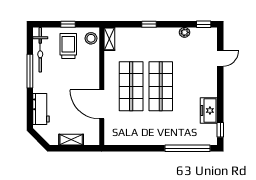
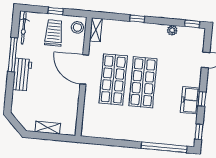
bicycle: (40, 50) -> (24, 28), width x0.73, depth x0.71
window: (220, 97) -> (202, 99), added
door: (102, 104) -> (84, 70), moved
workbench: (41, 109) -> (22, 75), moved
freezer: (209, 110) -> (190, 100), moved

